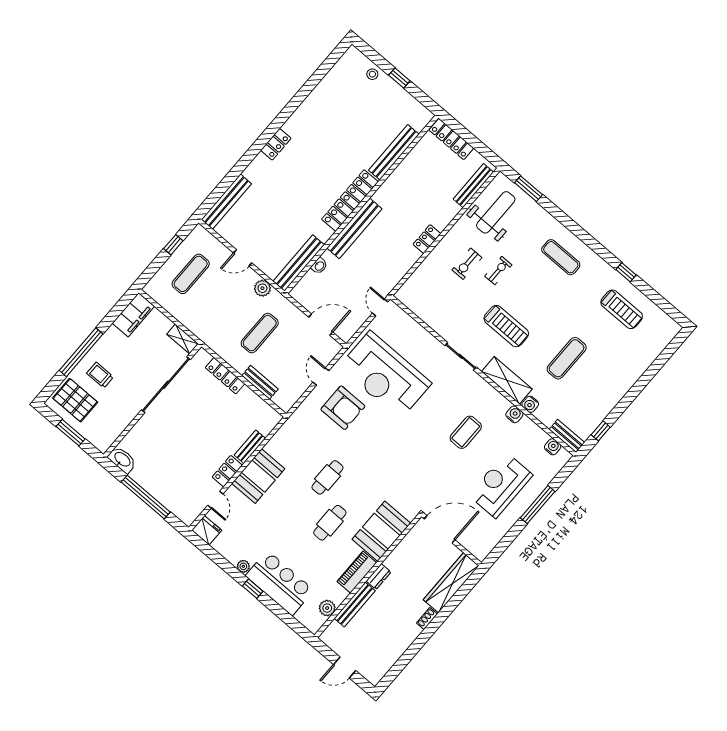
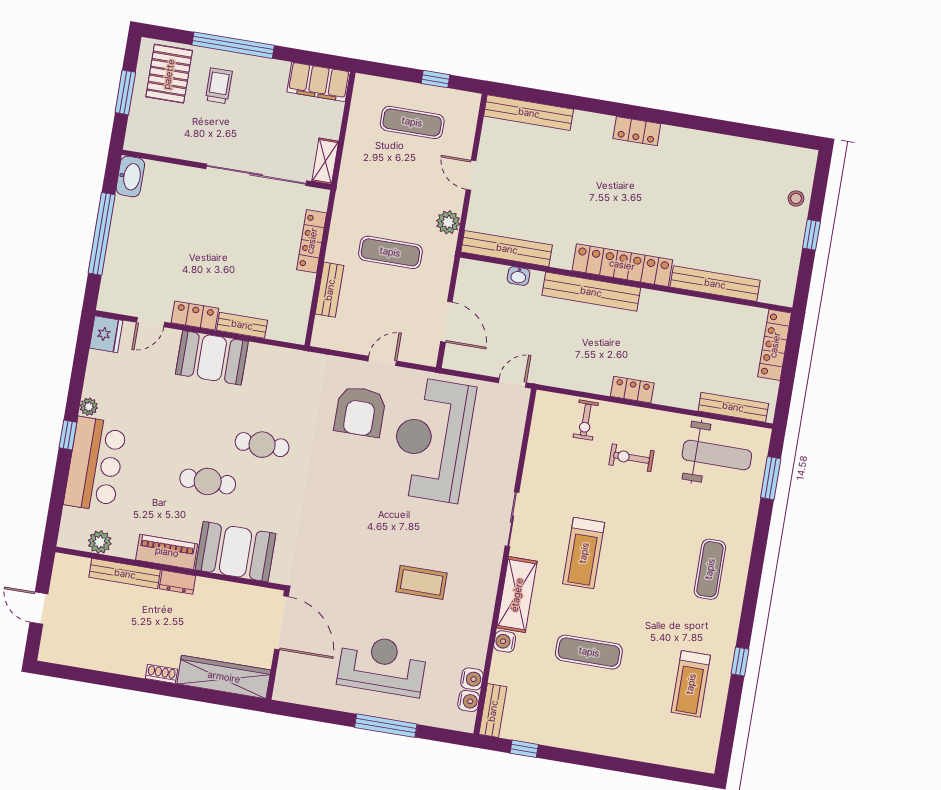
exercise bike: (498, 271) -> (586, 420), moved, turned 90
water cooler: (514, 414) -> (472, 679), moved

